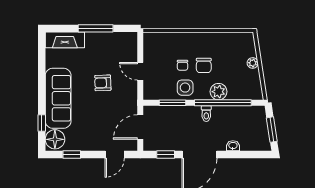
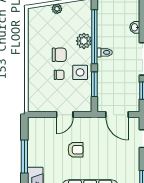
armchair: (103, 83) -> (76, 150), turned -88

